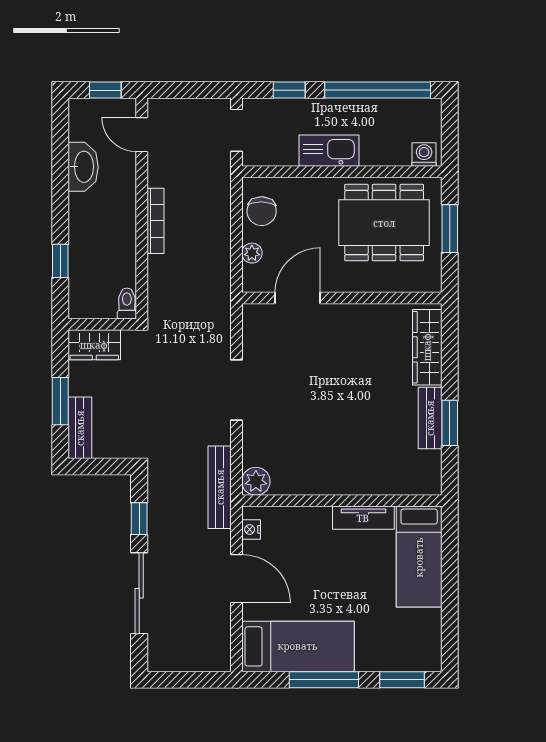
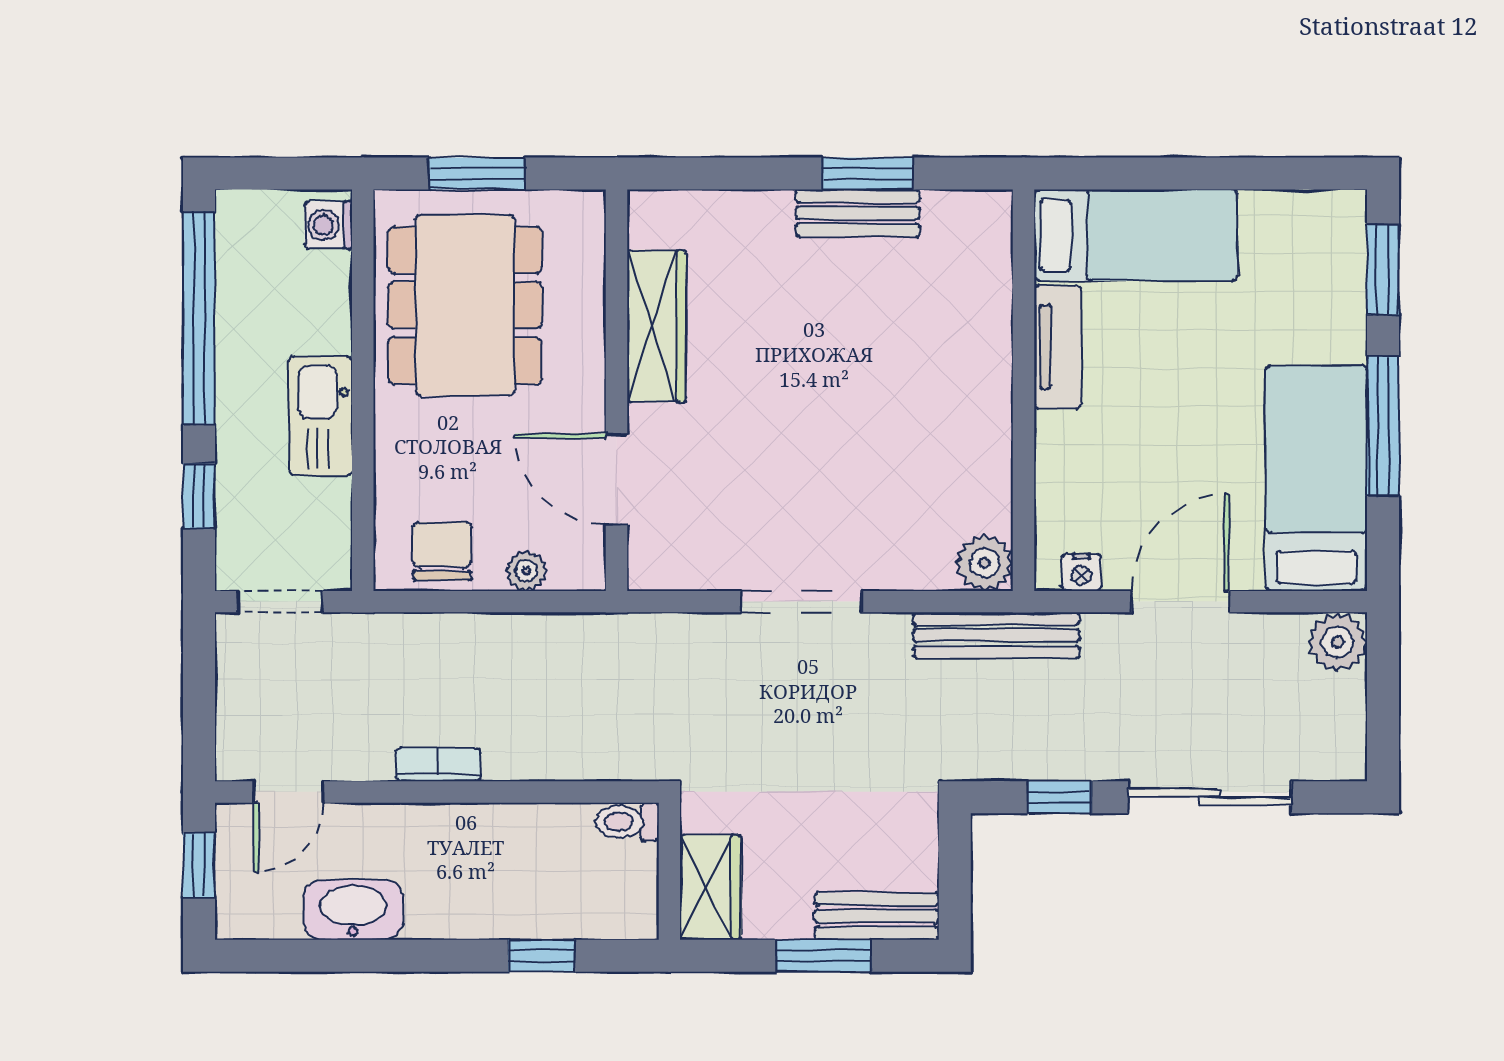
chair: (262, 211) -> (442, 551), turned -92
bookcase: (155, 221) -> (438, 765), width x0.64
wardrobe: (427, 347) -> (657, 326), moved, turned -90
plant: (216, 657) -> (1337, 642), added

